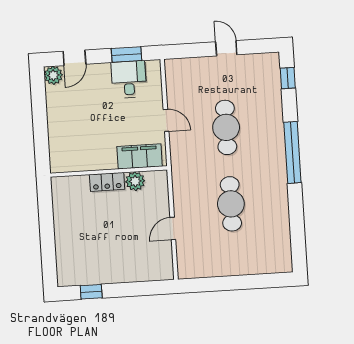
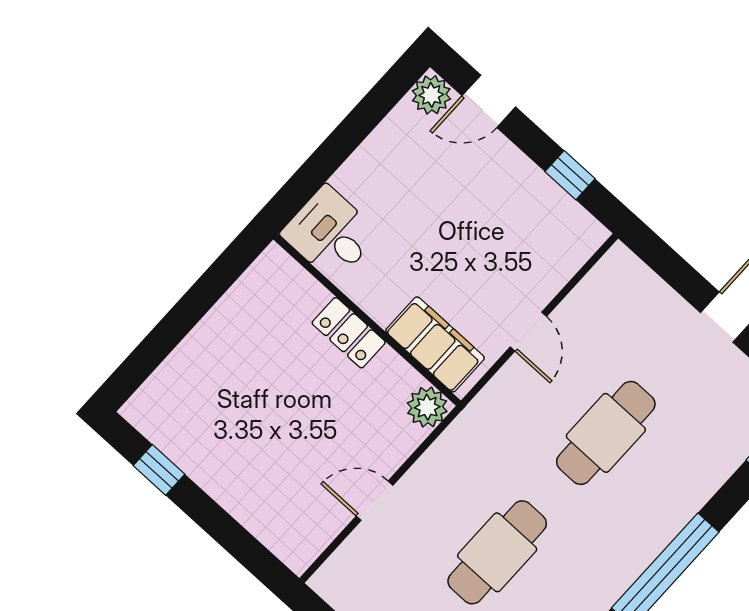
window: (126, 55) -> (570, 175), width x0.67
desk: (129, 79) -> (330, 234), moved, turned -90
plant: (135, 181) -> (427, 407), moved

